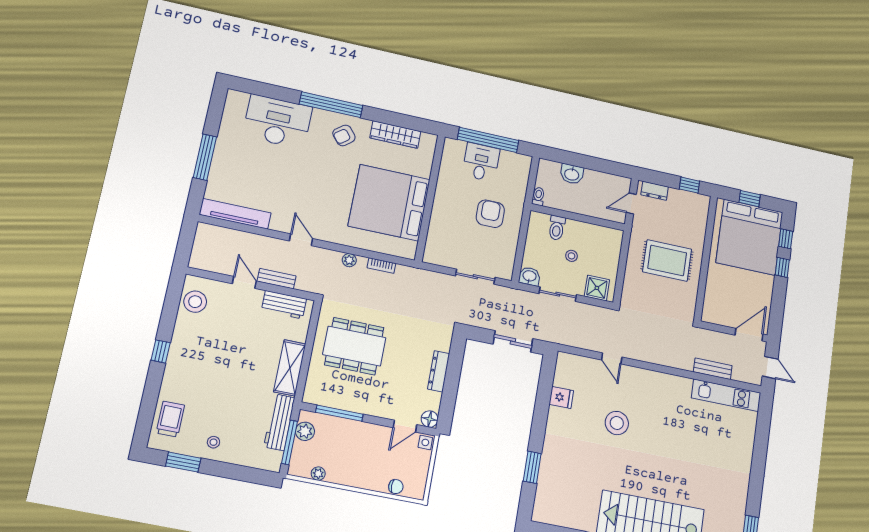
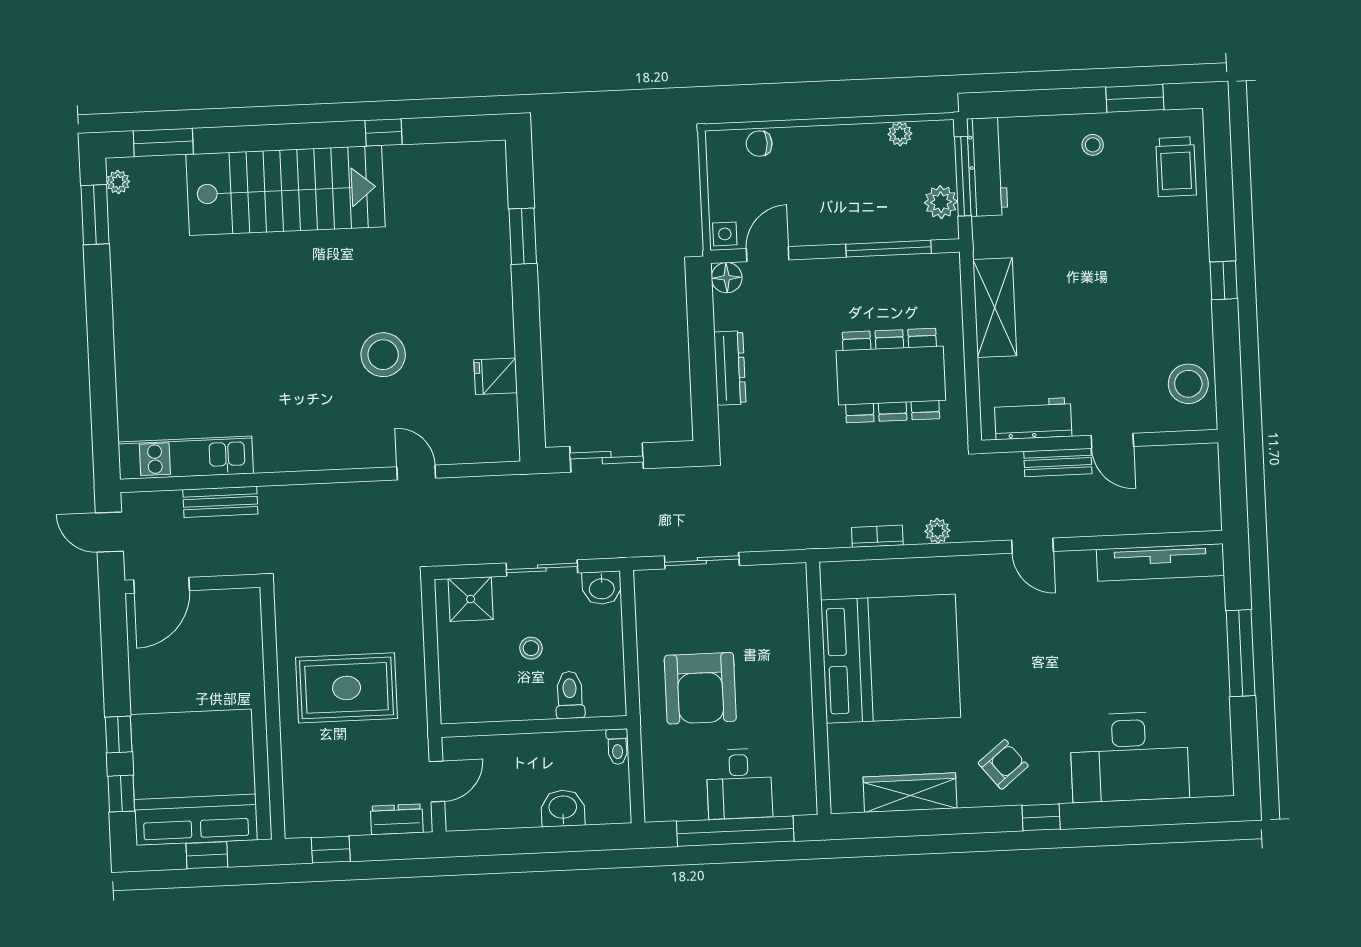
window: (331, 105) -> (1041, 817), width x0.32
armchair: (490, 214) -> (700, 688), width x1.36, depth x1.36
workbench: (279, 422) -> (987, 167), moved

